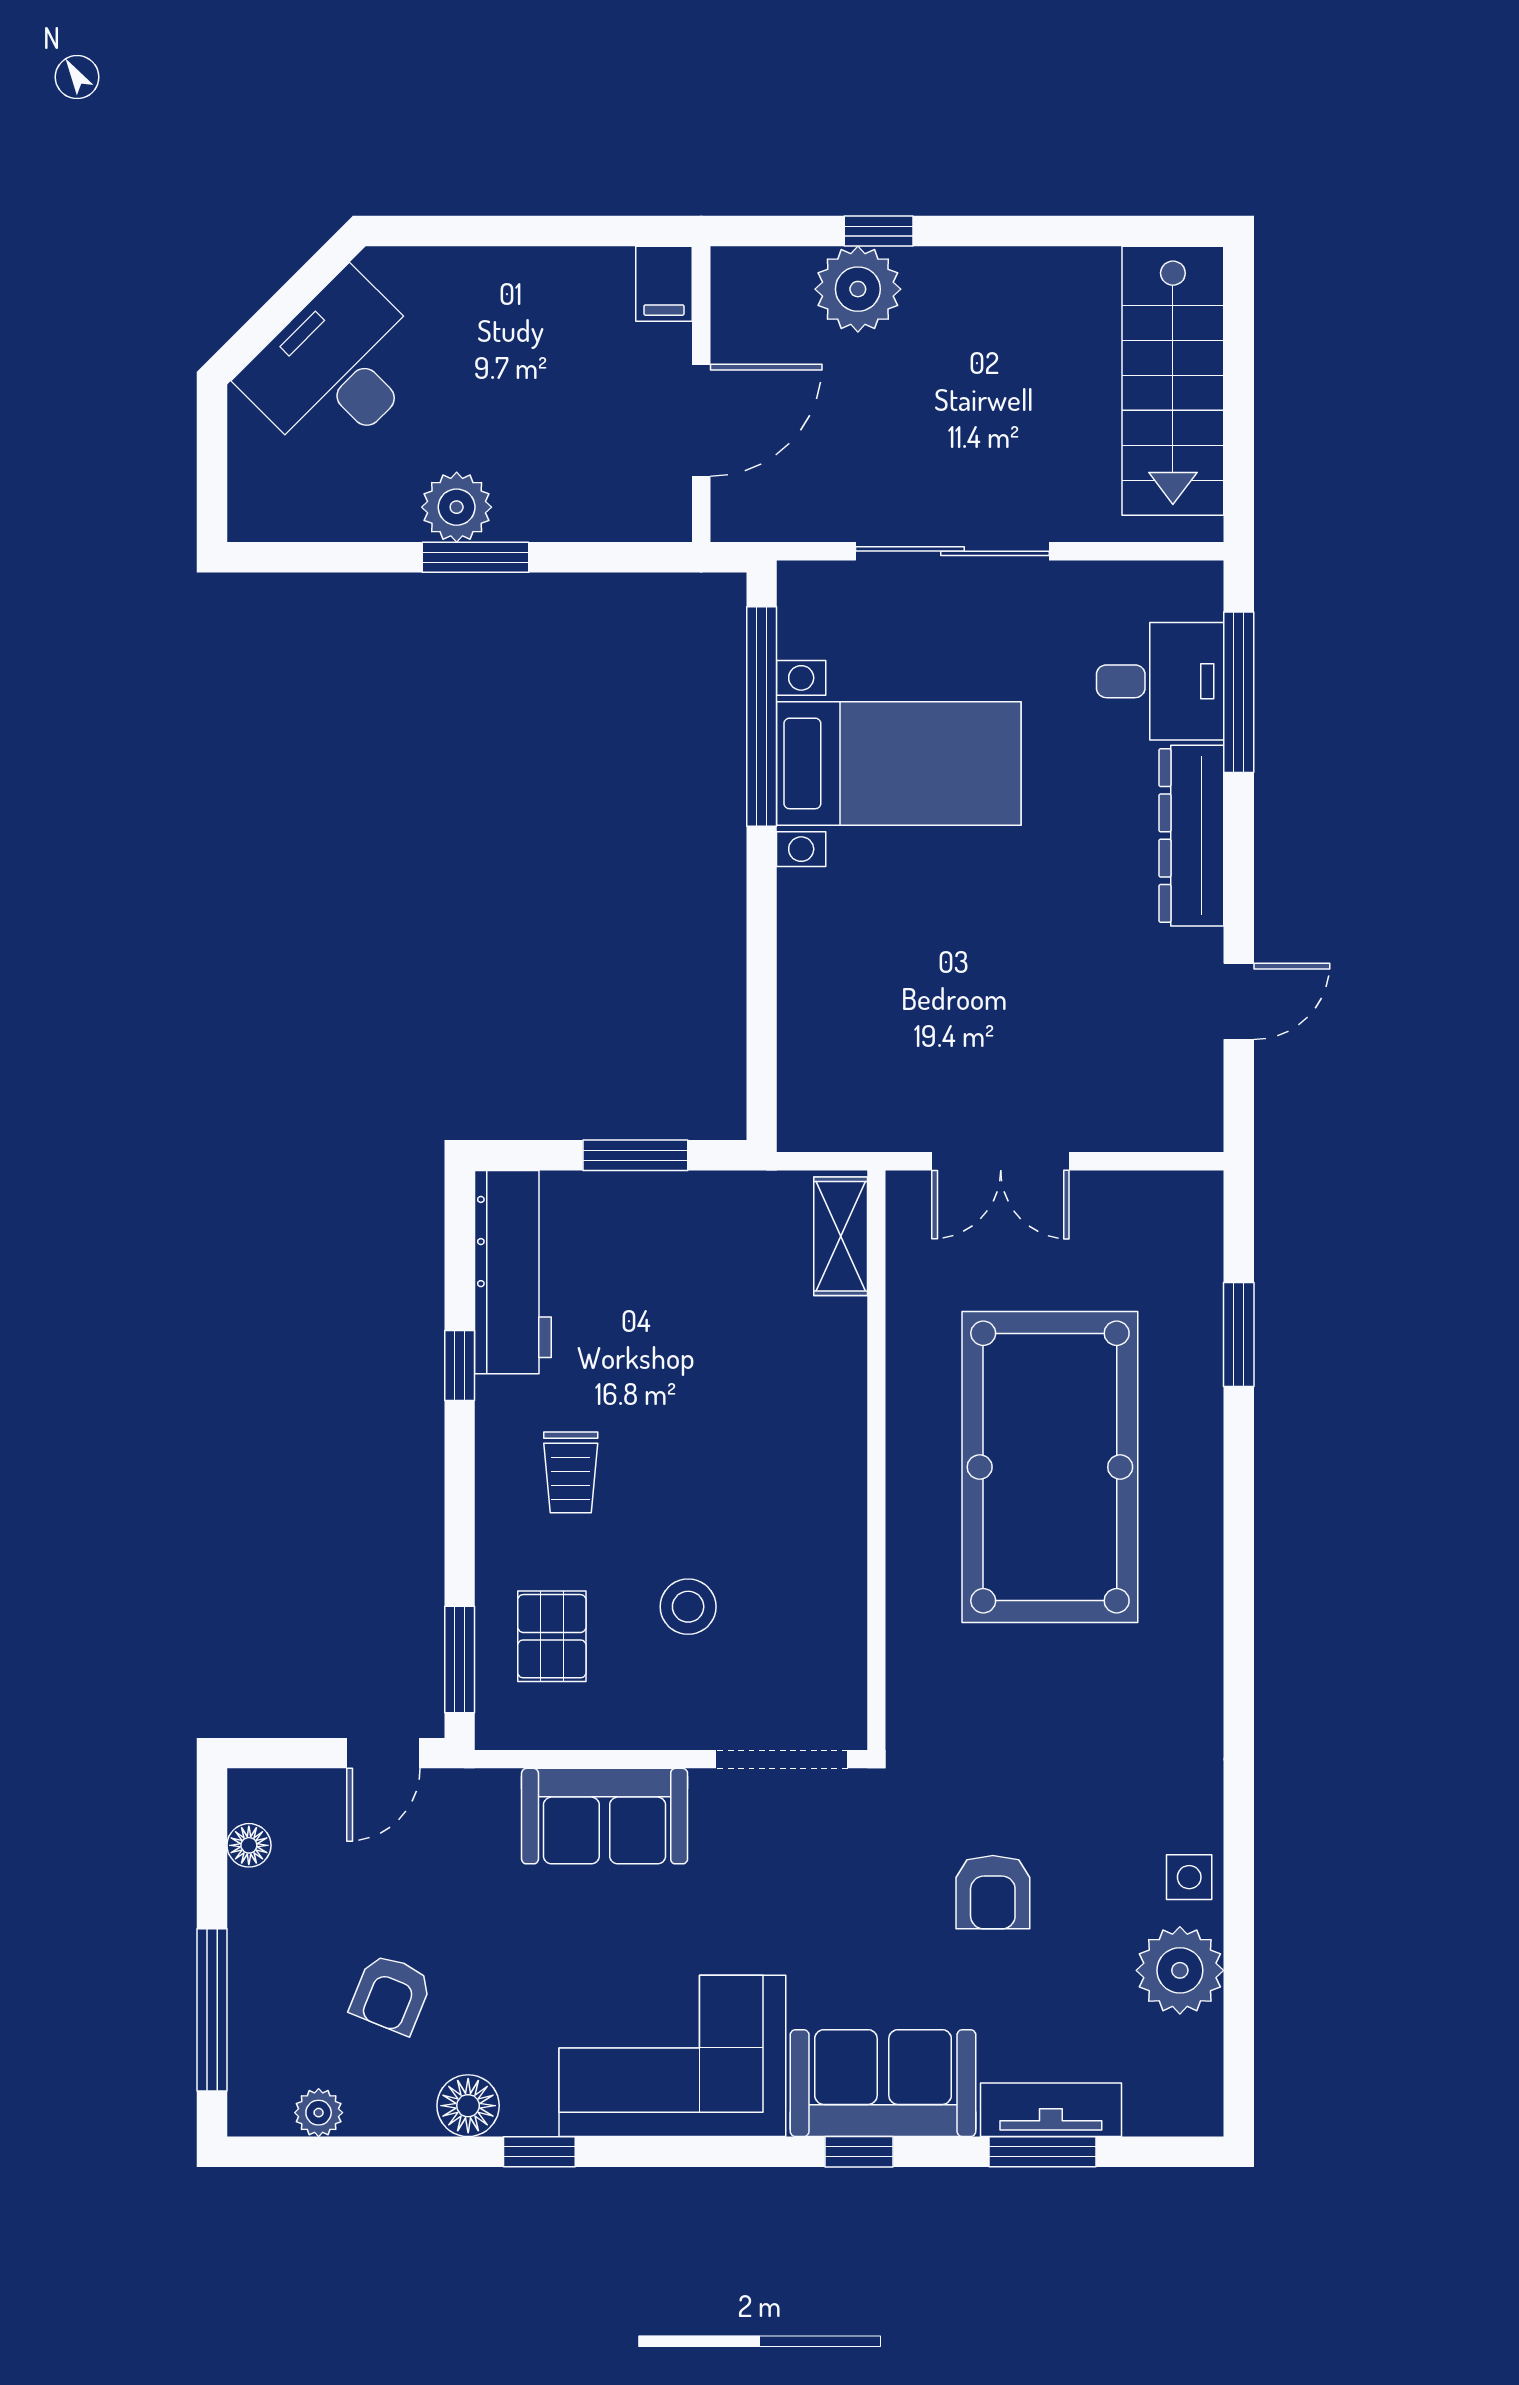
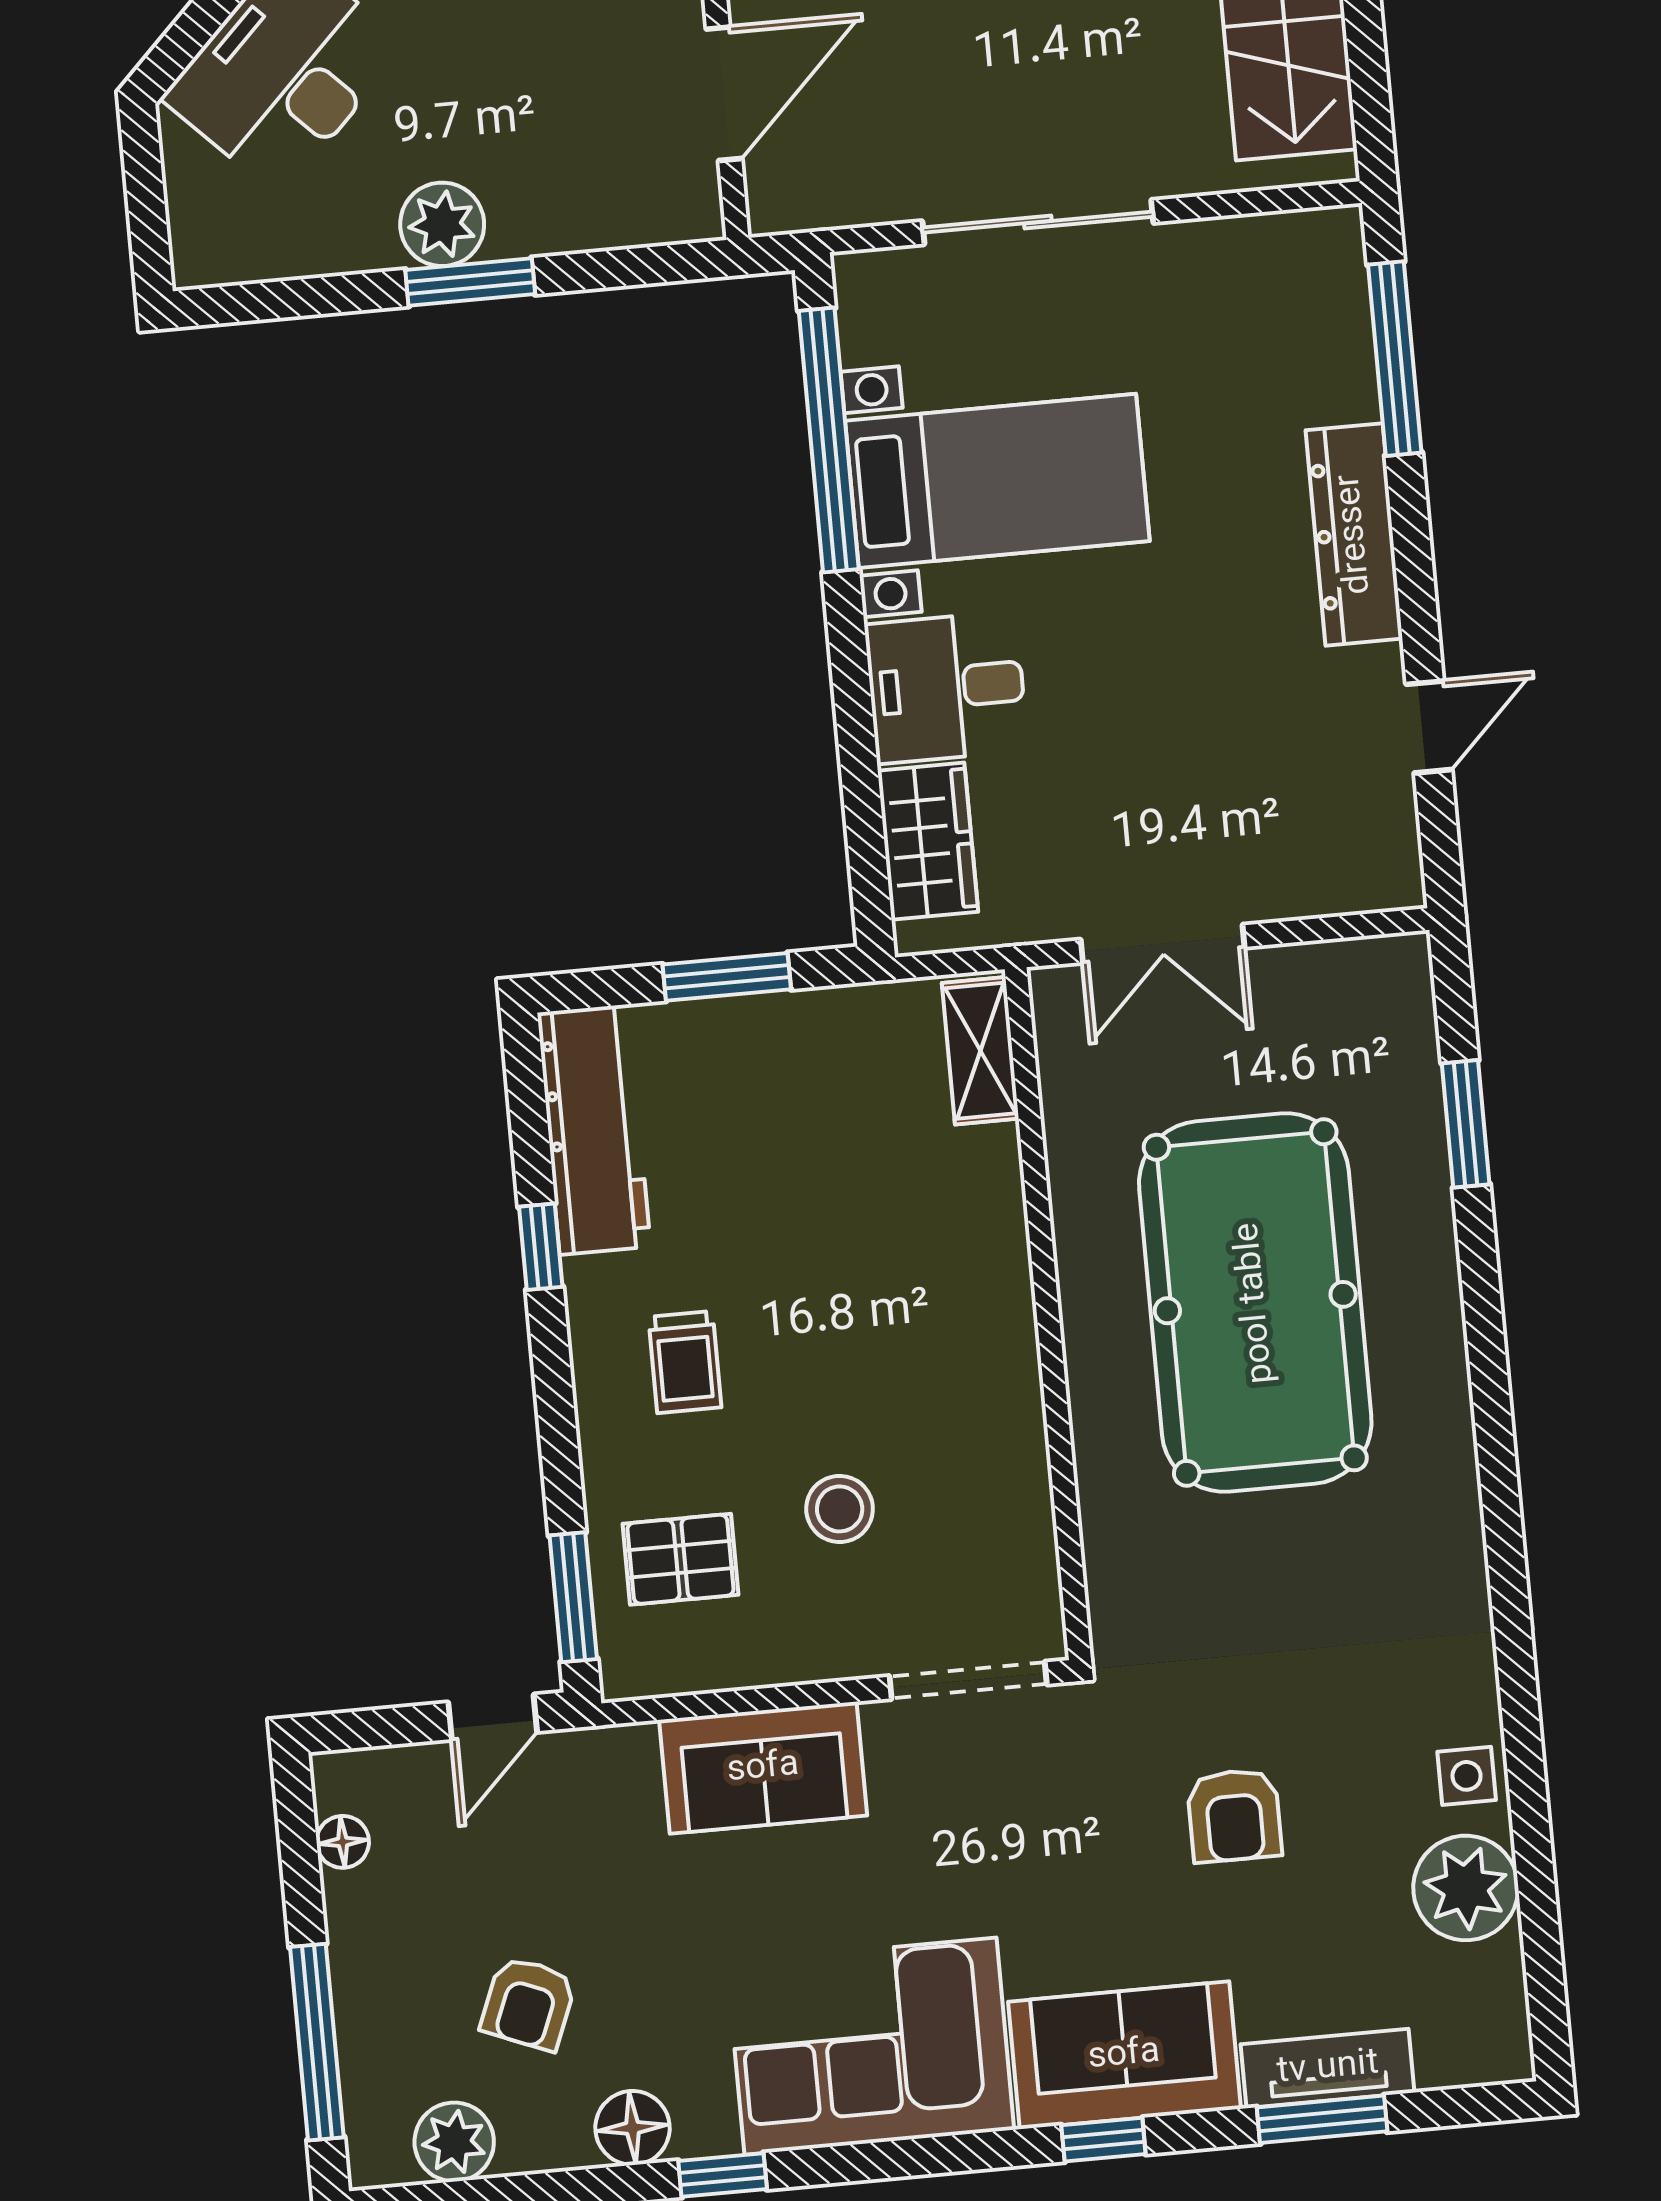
desk: (1160, 681) -> (946, 688), moved, turned 180
wardrobe: (813, 1058) -> (928, 841), added
pallet: (552, 1636) -> (680, 1559), turned 90
plant: (319, 2113) -> (454, 2142), width x1.38, depth x1.38

